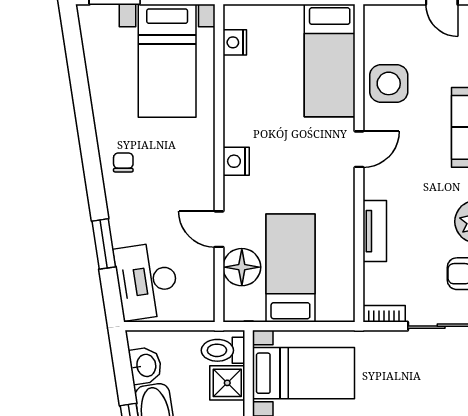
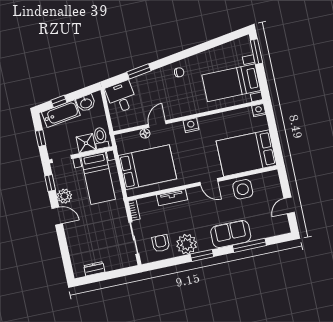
nightstand: (235, 42) -> (259, 110), moved
bed: (330, 60) -> (246, 153), width x1.50
floor lamp: (242, 267) -> (145, 133), width x0.53, depth x0.53
bed: (290, 268) -> (147, 167), width x1.50
desk: (147, 281) -> (121, 97), width x0.73

